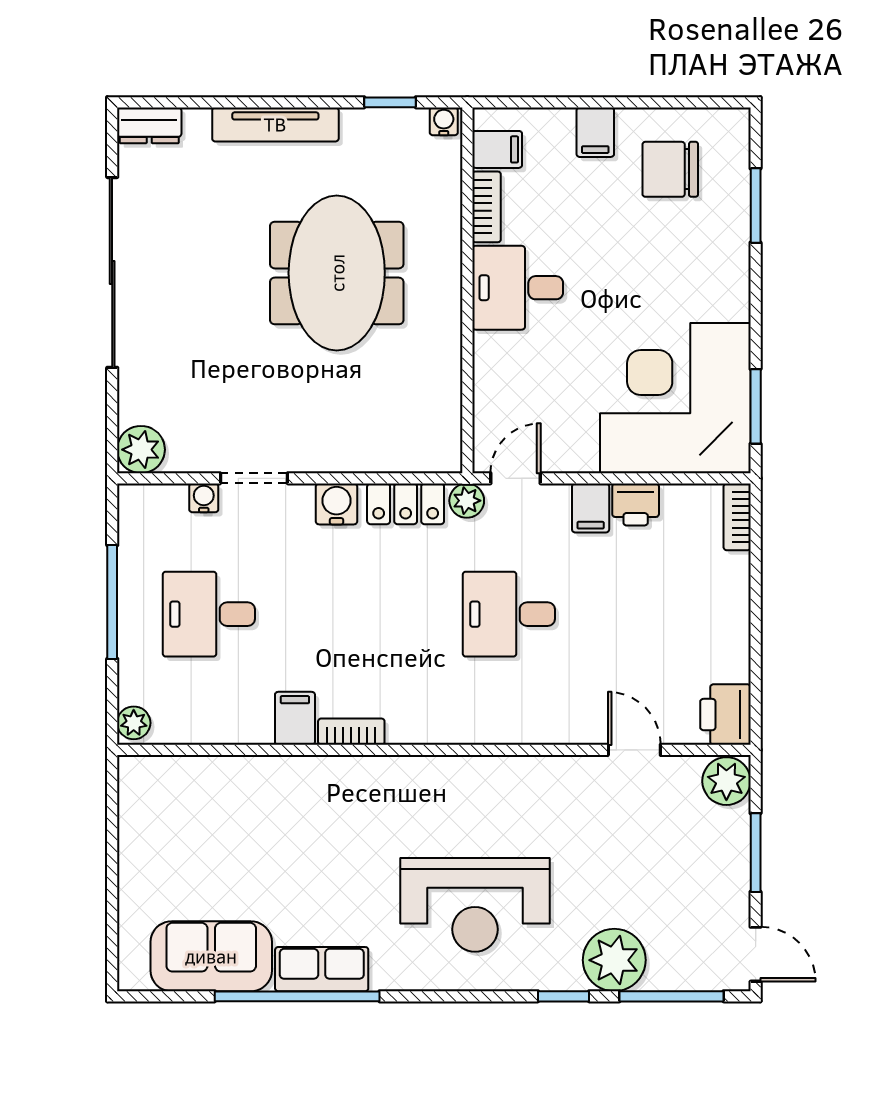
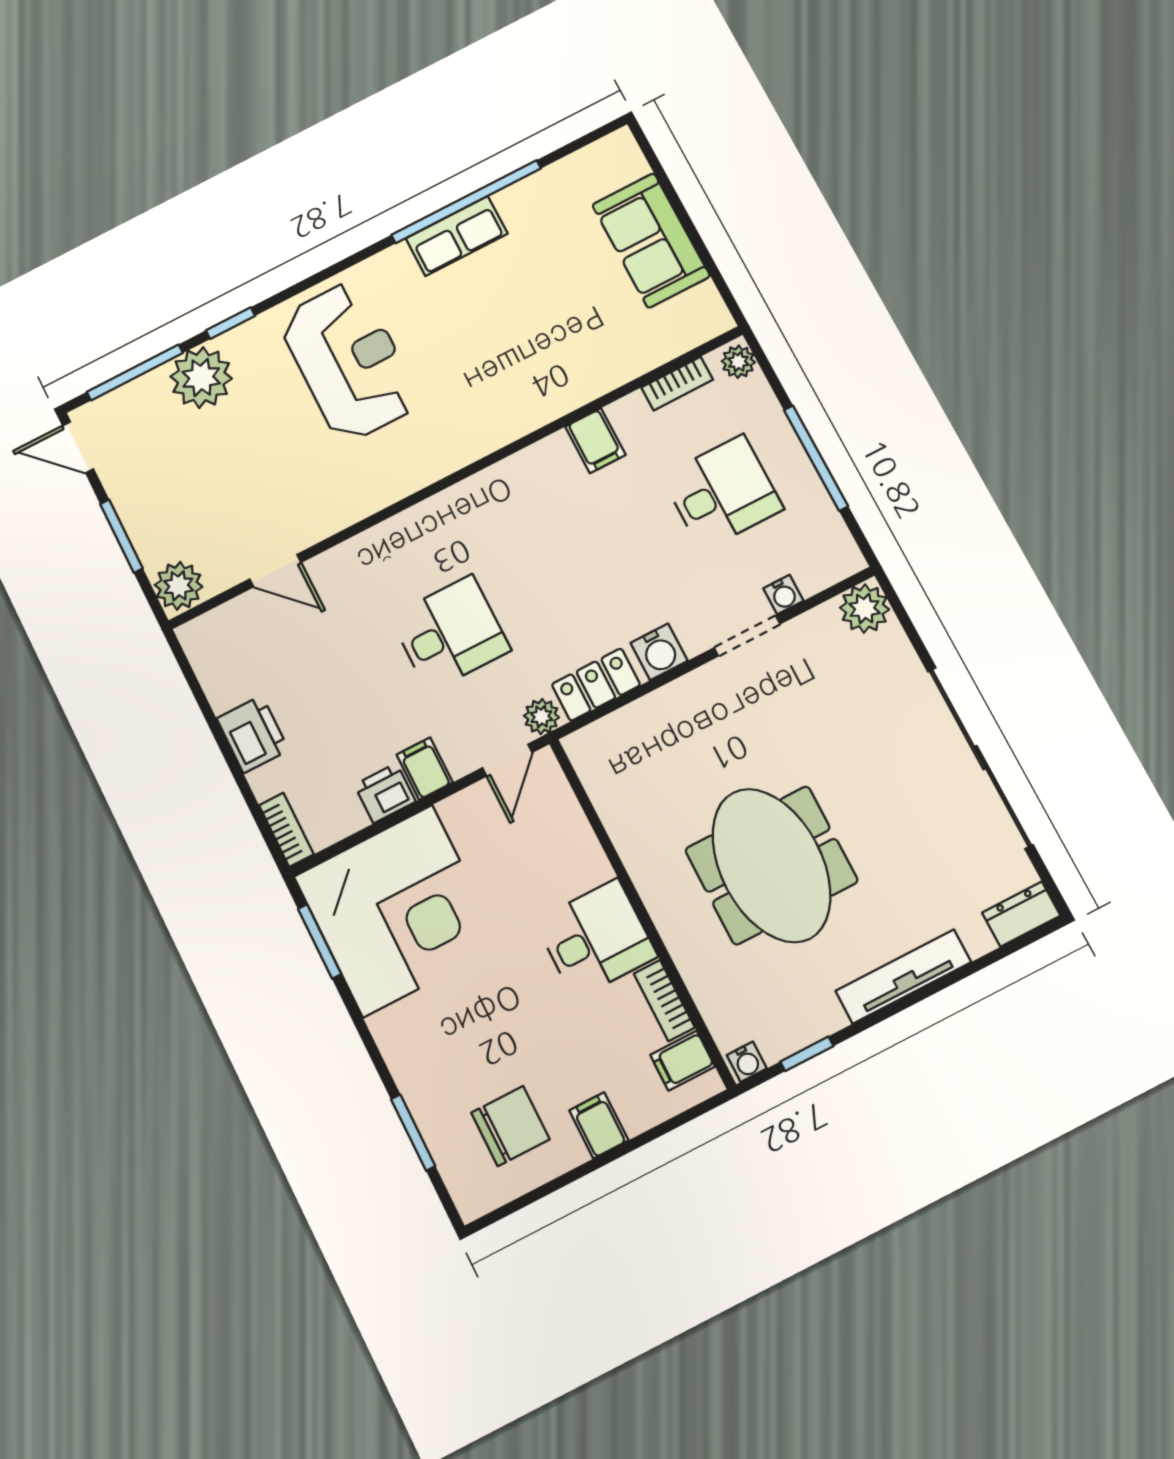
printer: (725, 715) -> (253, 734), moved
bookcase: (351, 732) -> (677, 384), moved
reception desk: (475, 905) -> (349, 361), turned 90
sofa: (211, 956) -> (651, 240), moved, turned 90

